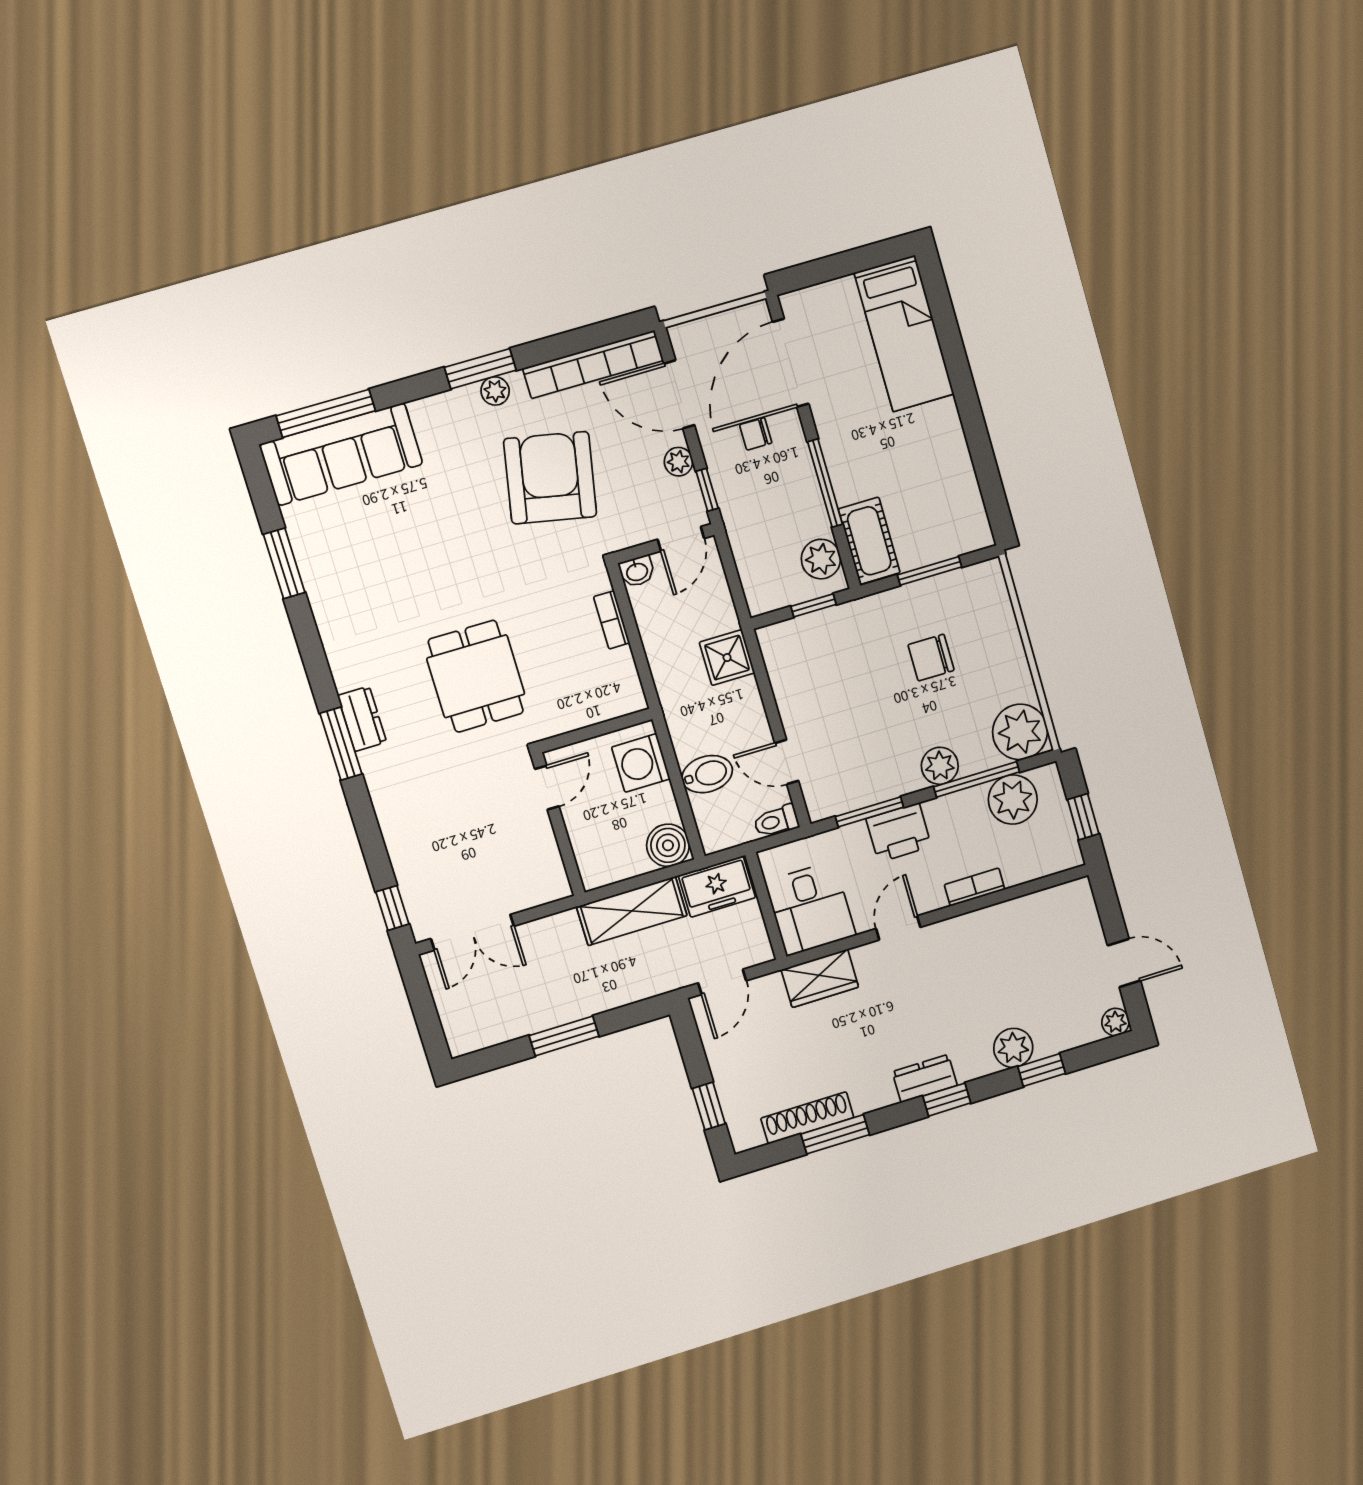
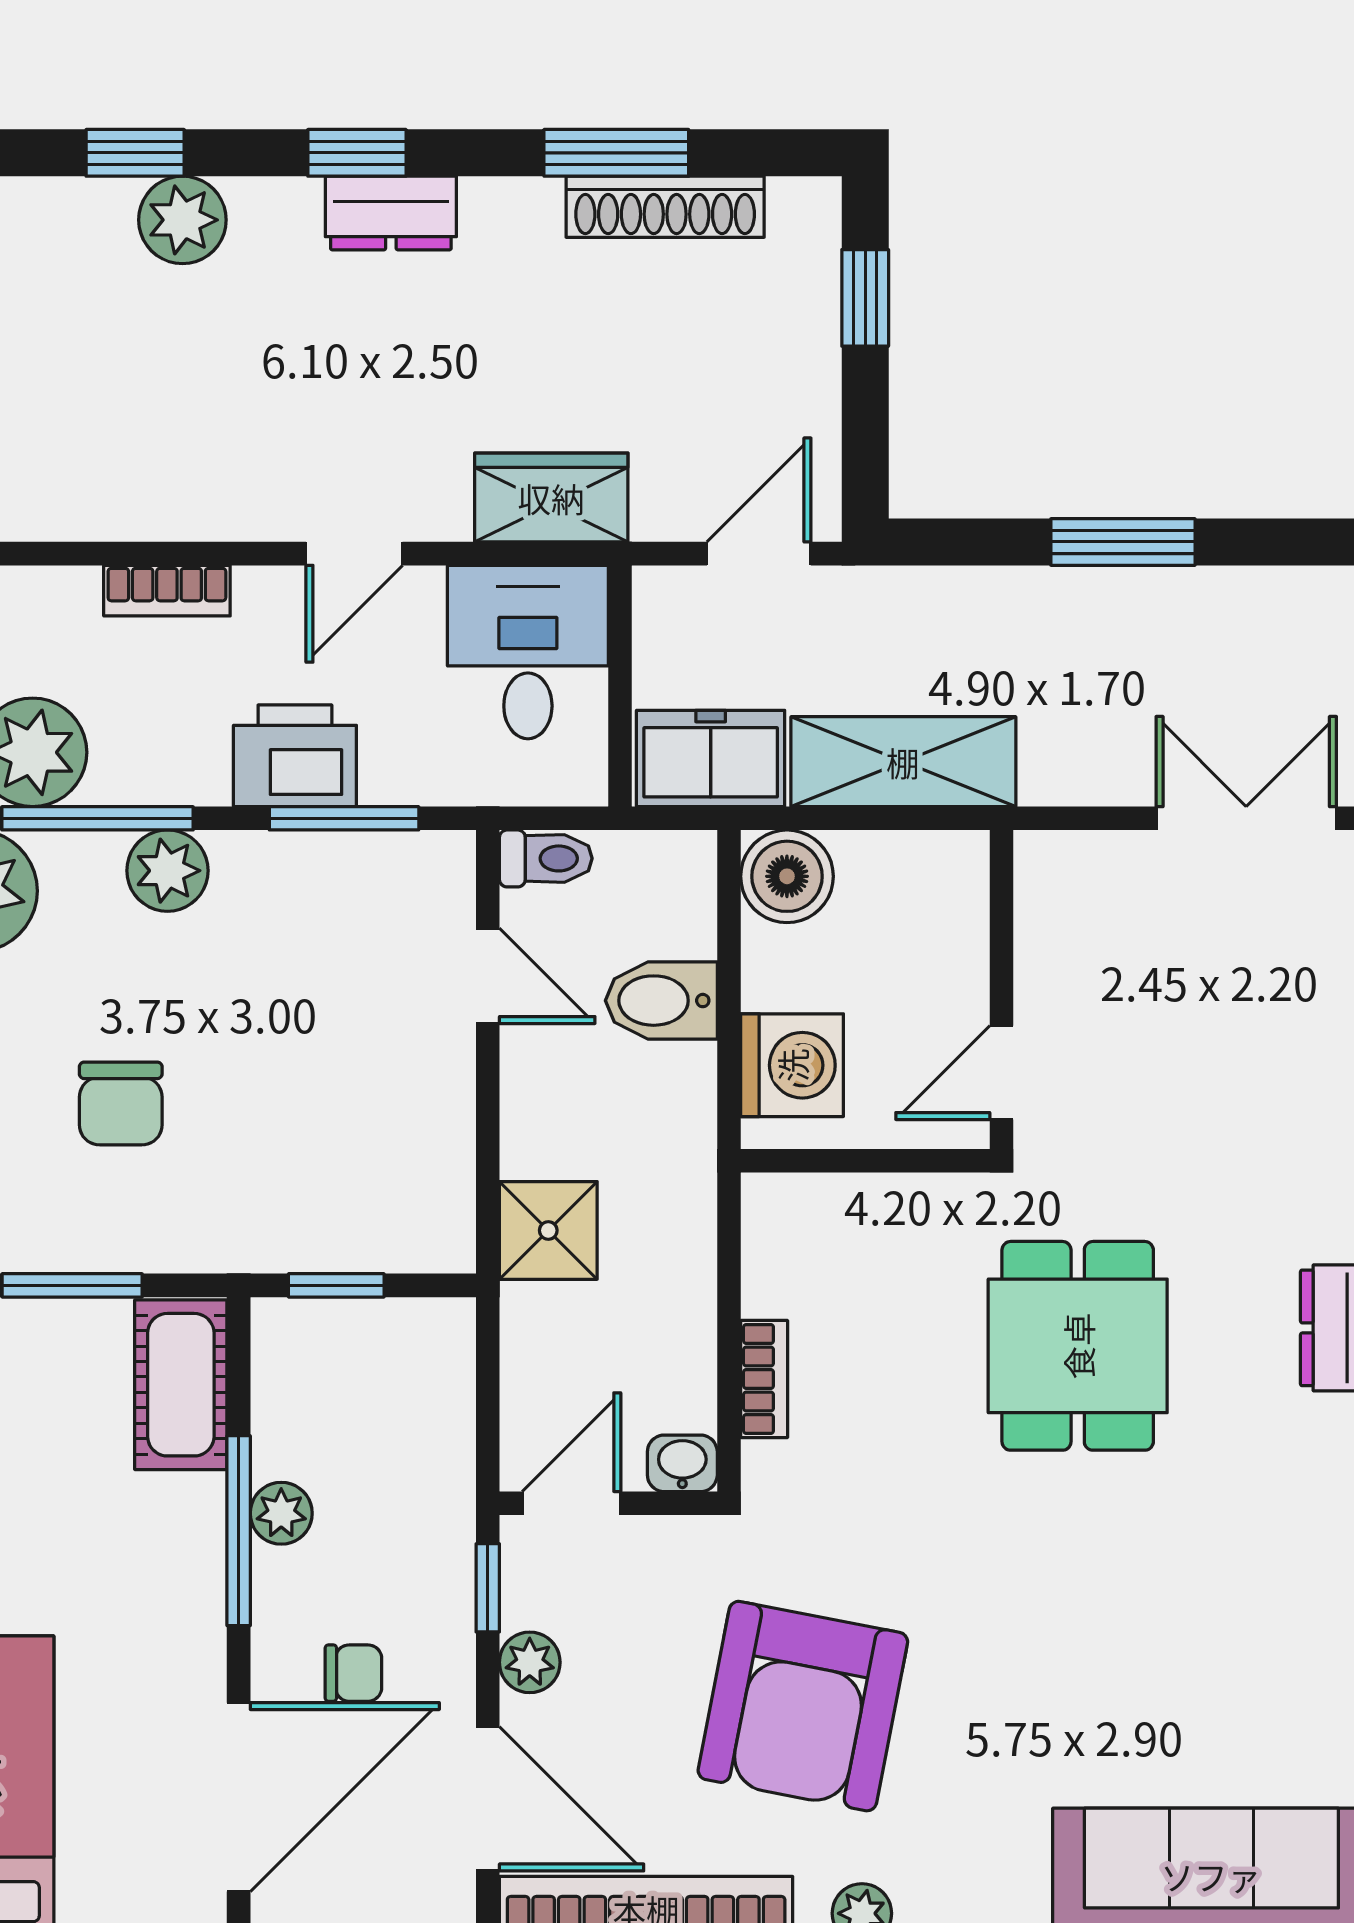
plant: (821, 559) -> (281, 1513), moved, width x0.73, depth x0.73
chair: (931, 658) -> (121, 1103), turned 90

